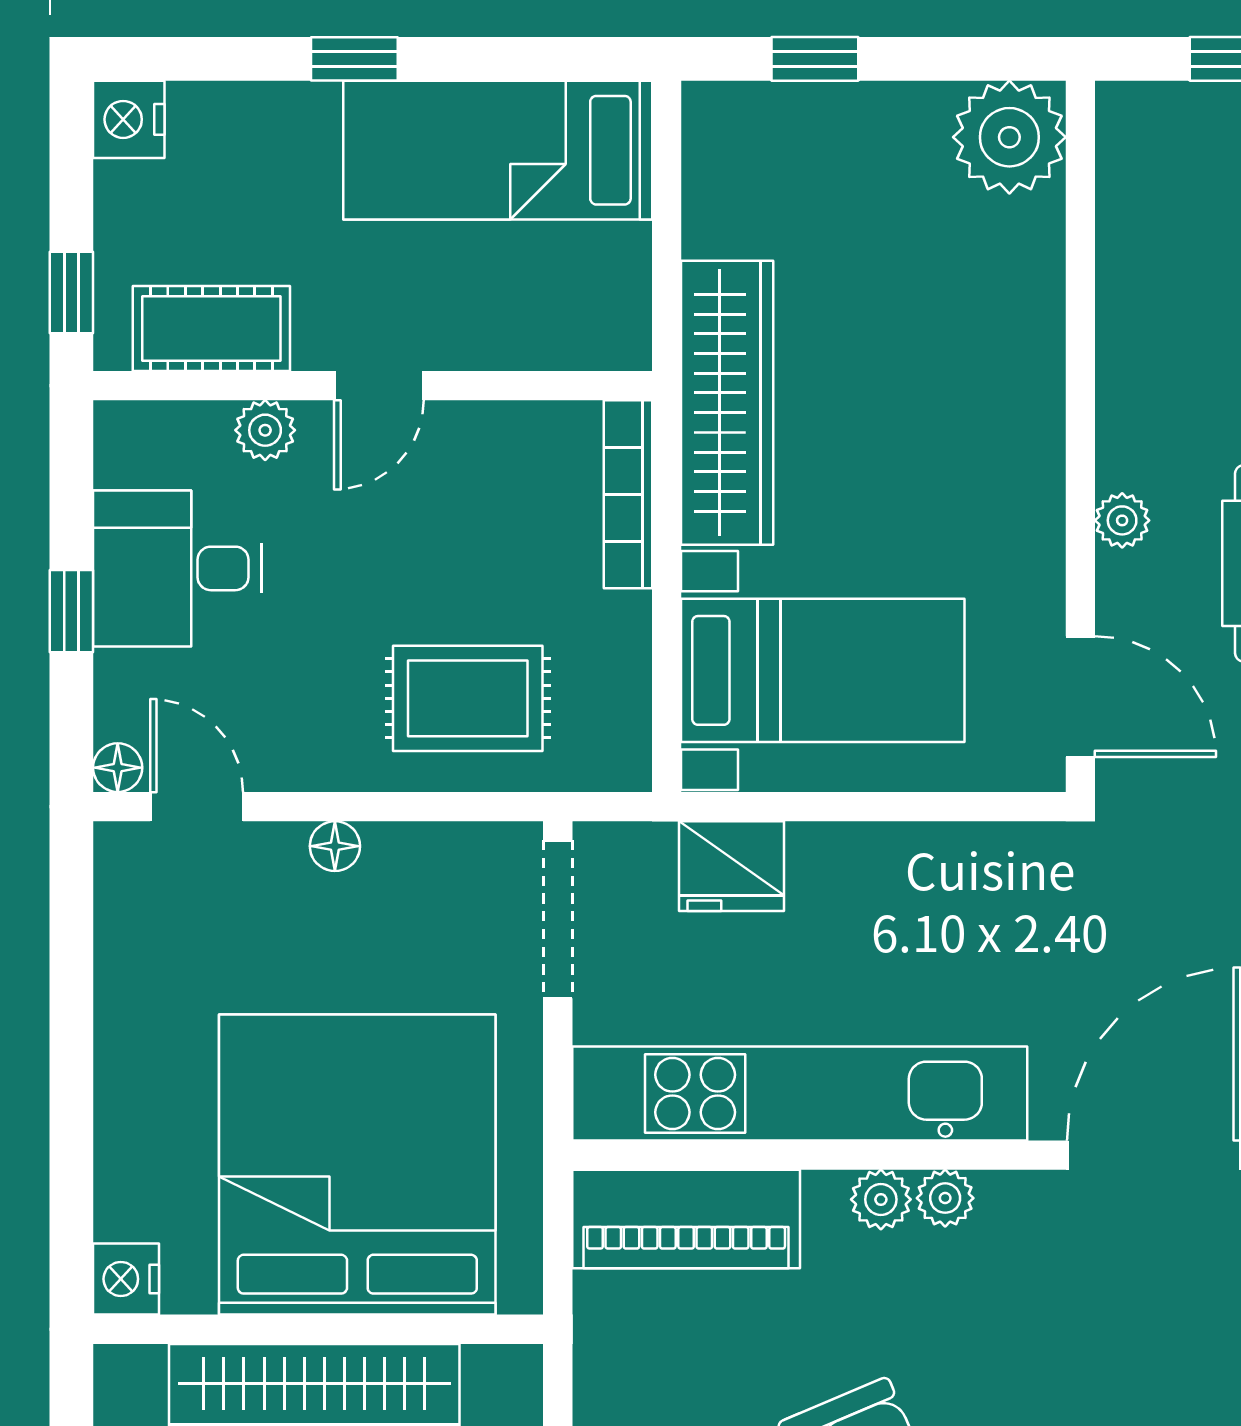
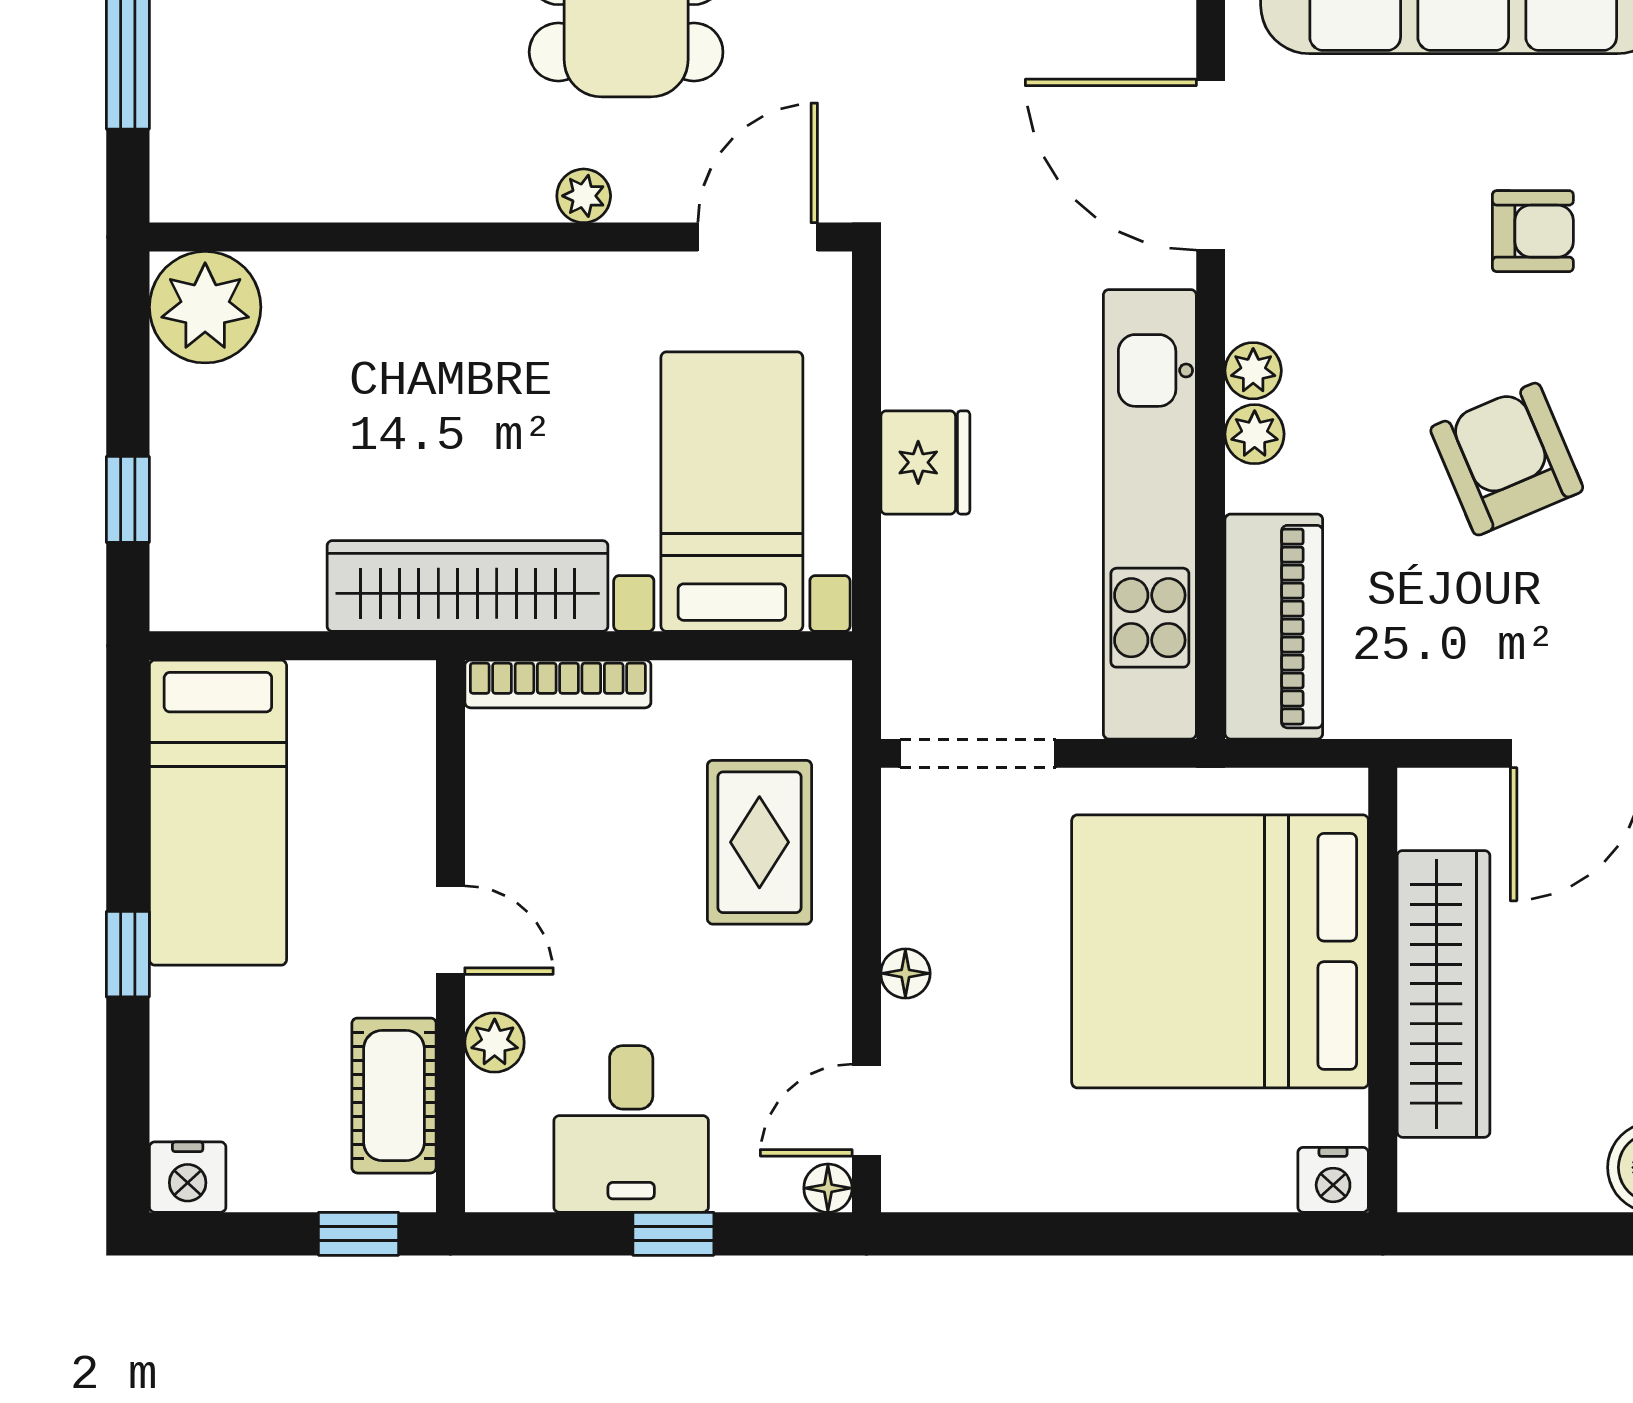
fridge: (731, 866) -> (925, 462), moved

